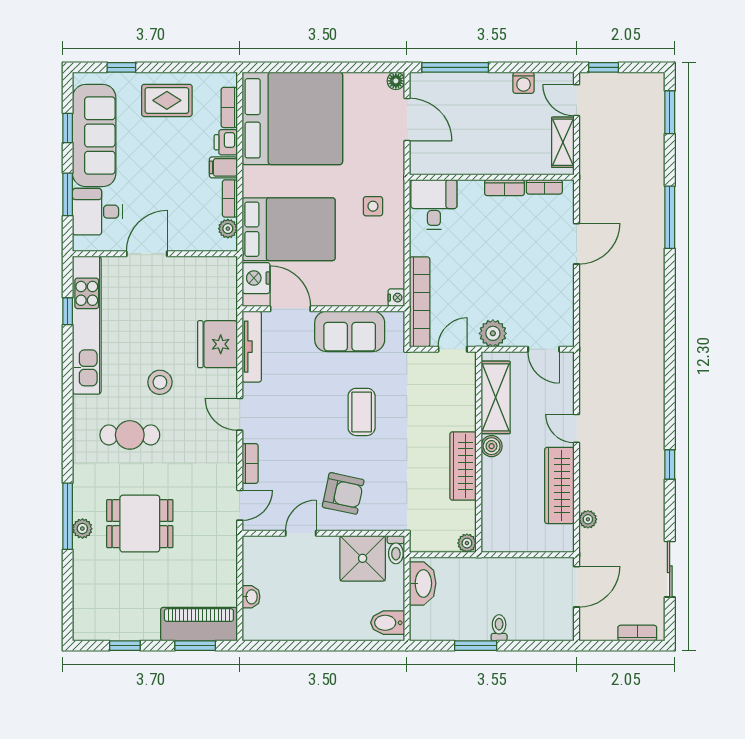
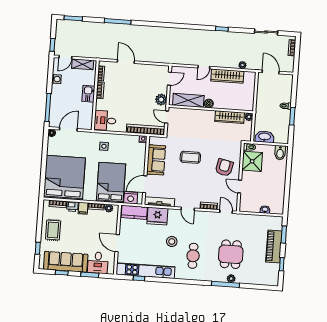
kitchen sink: (494, 161) -> (88, 94), added
kitchen counter: (222, 289) -> (134, 212), added
door: (240, 414) -> (188, 209), hinge flipped
wardrobe: (463, 466) -> (230, 117), moved
piano: (199, 624) -> (274, 246), moved

